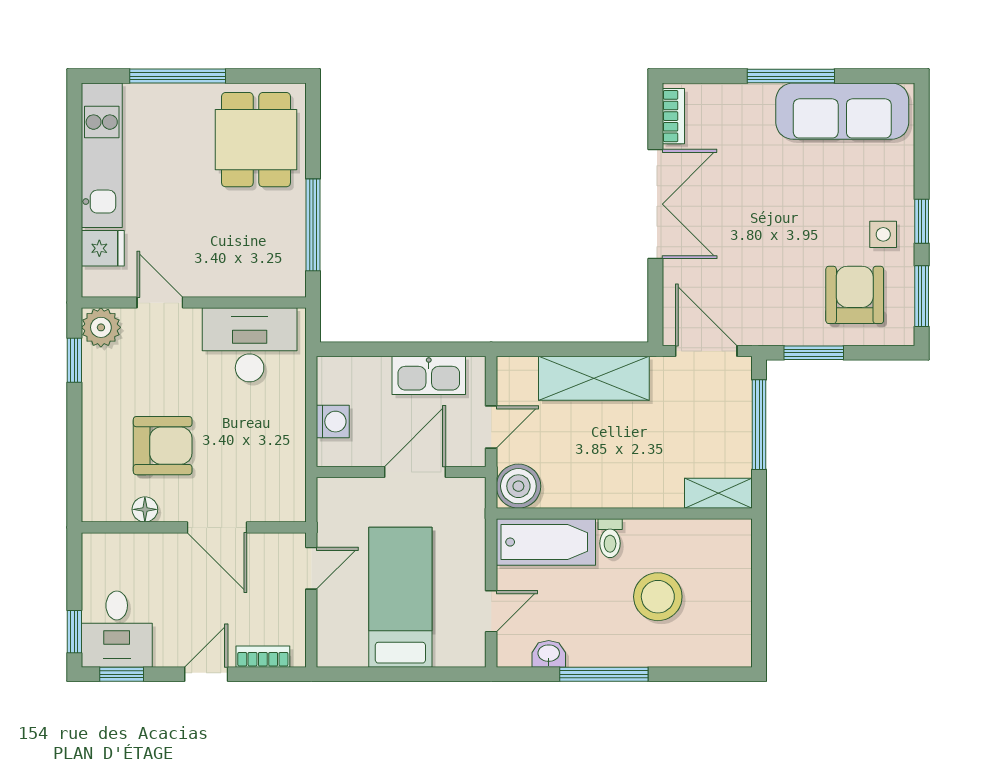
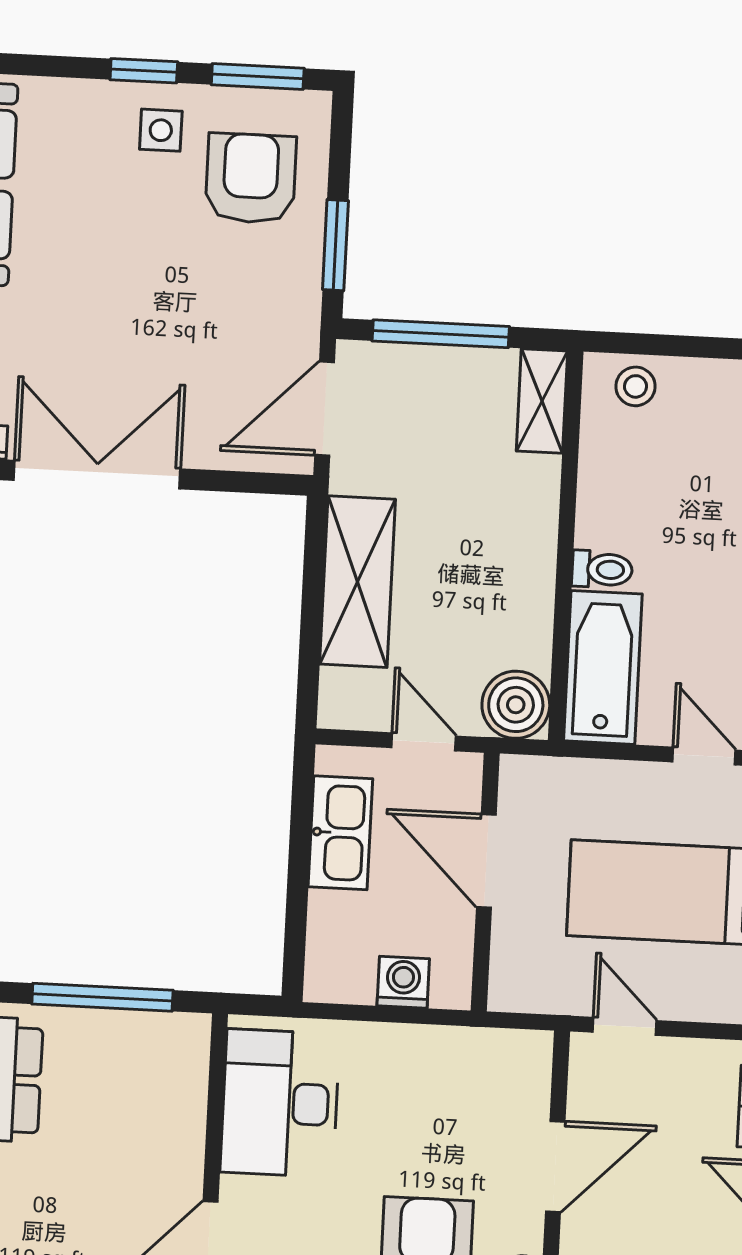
armchair: (855, 295) -> (251, 178), turned 90
stool: (658, 597) -> (635, 386), moved, width x0.53, depth x0.53

